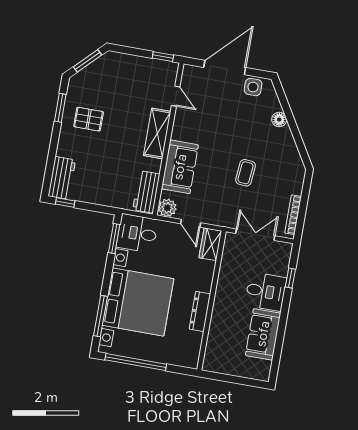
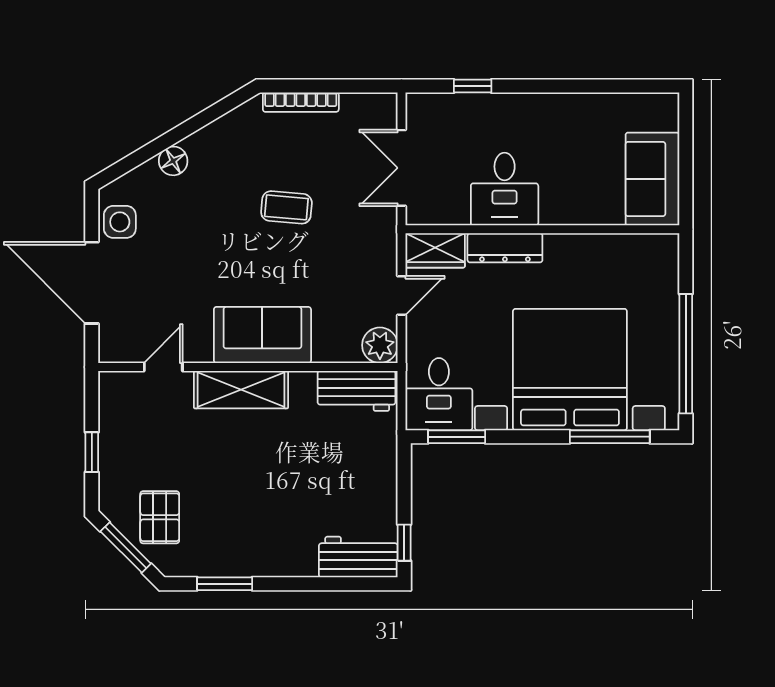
window: (163, 57) -> (92, 452), moved
pallet: (89, 119) -> (160, 517), moved
sofa: (180, 167) -> (262, 335), moved
bookcase: (293, 215) -> (301, 102), moved
desk: (266, 292) -> (505, 189), moved, turned 180
dresser: (200, 311) -> (505, 248), moved
sofa: (263, 334) -> (652, 179), moved, turned 90

